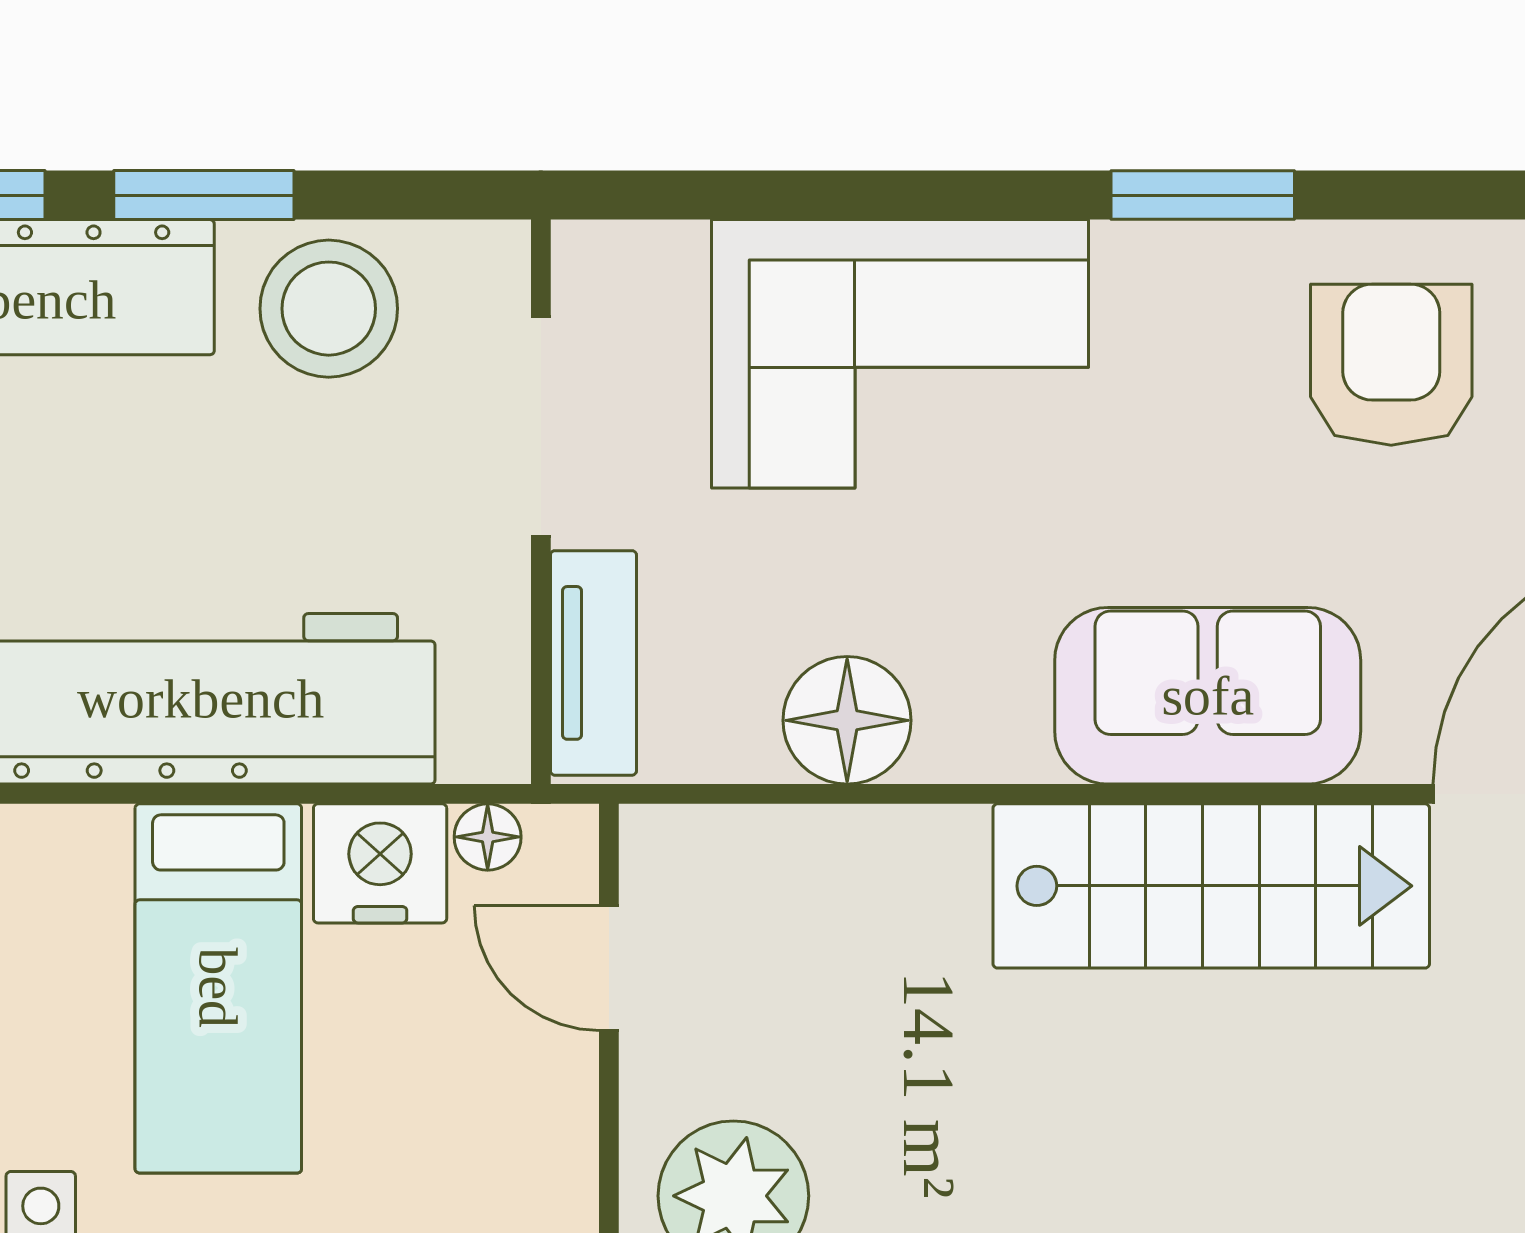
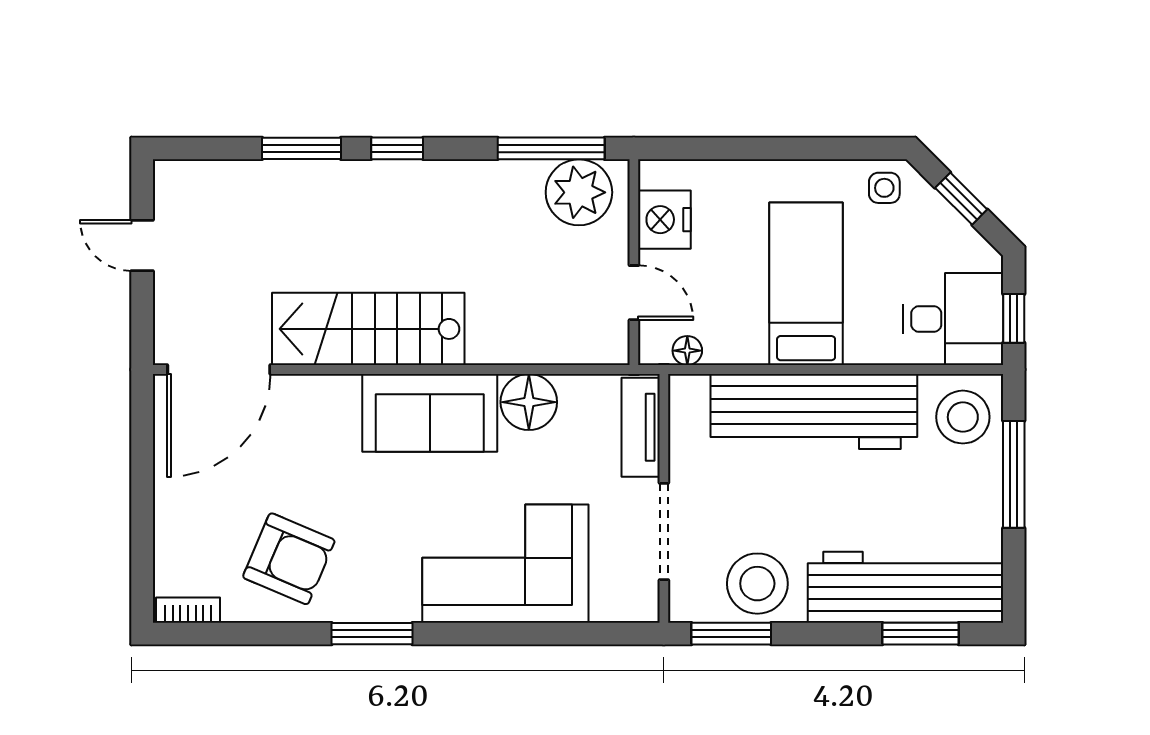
window: (204, 195) -> (731, 634), moved
armchair: (1391, 365) -> (289, 559), turned -67
sofa: (1208, 696) -> (430, 413), moved
nightstand: (380, 863) -> (664, 220), moved, turned 90

